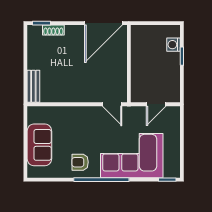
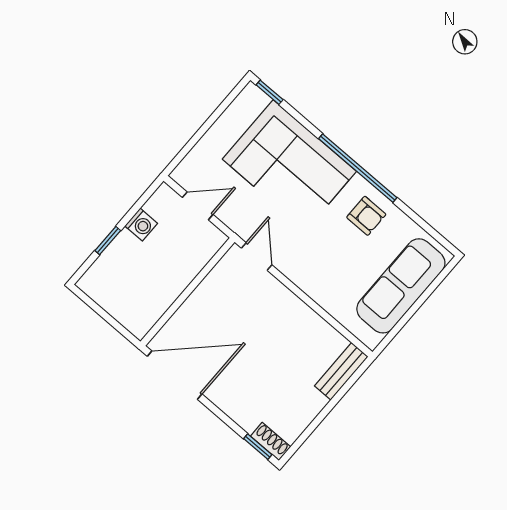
shoe rack: (53, 30) -> (271, 441), moved
washing machine: (173, 45) -> (141, 225), moved
sofa: (39, 145) -> (401, 286), width x1.36

